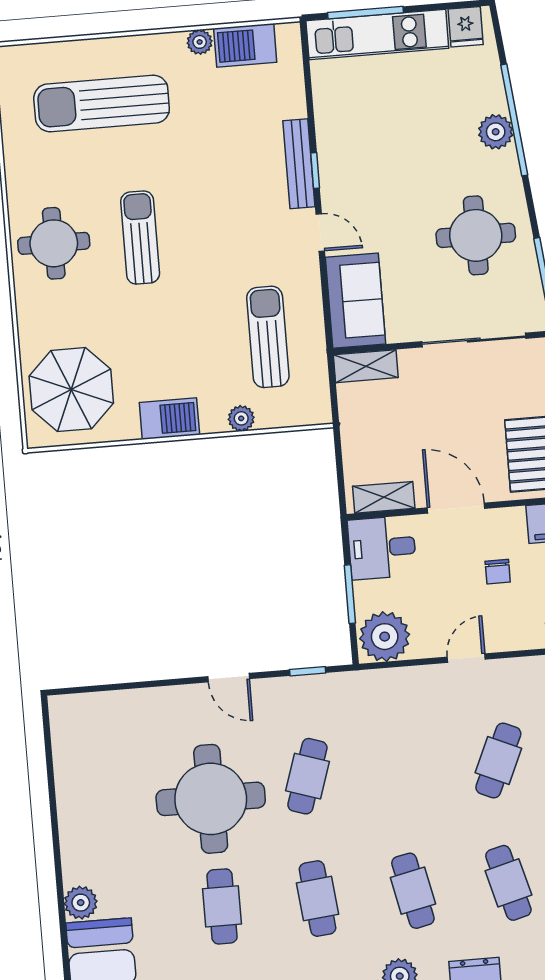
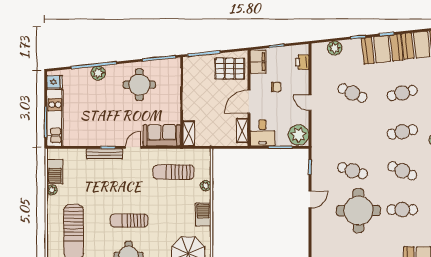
cafe table: (317, 899) -> (402, 171), turned 30

